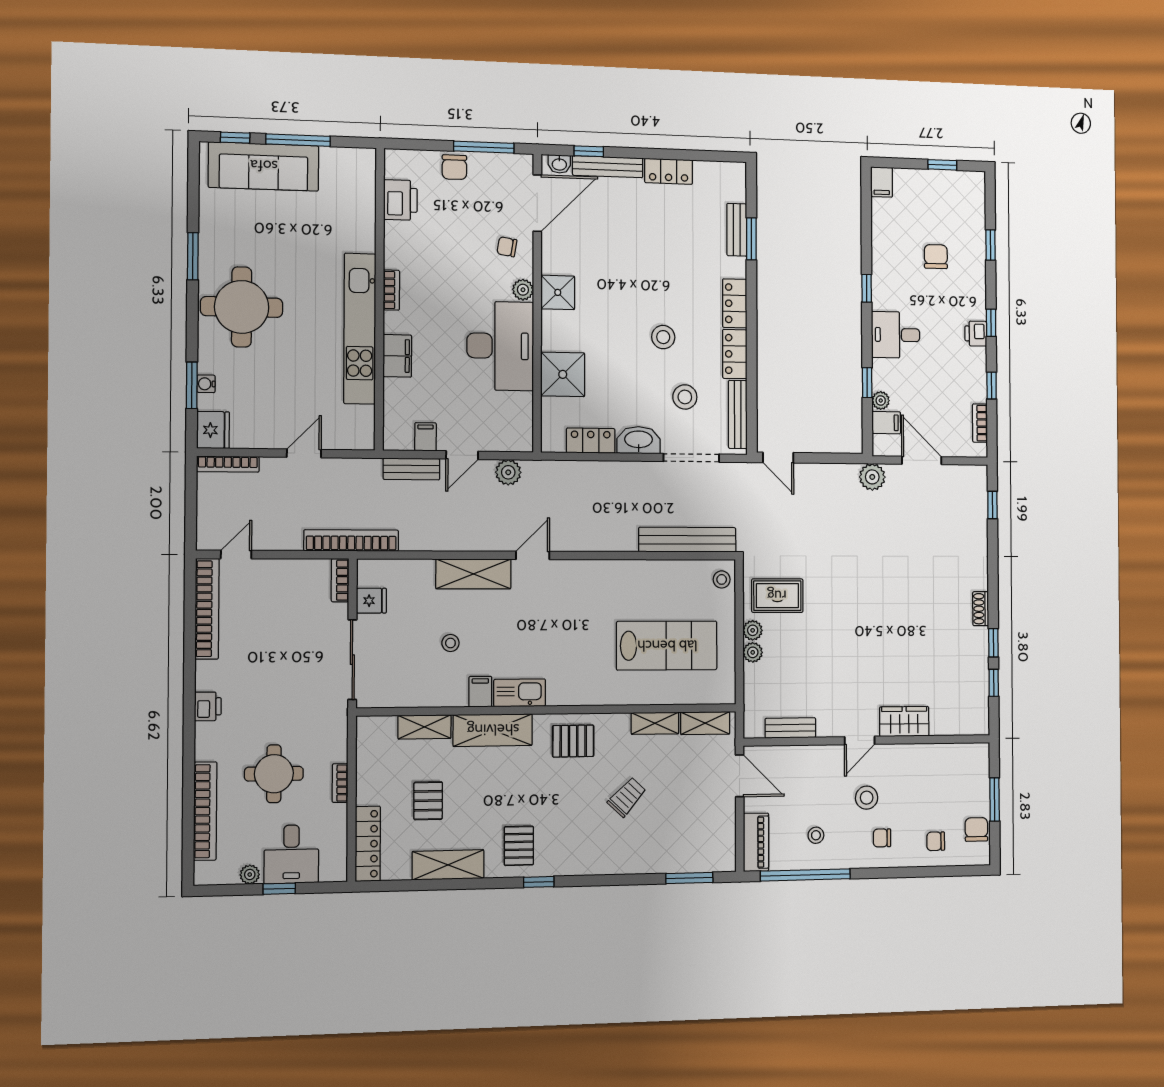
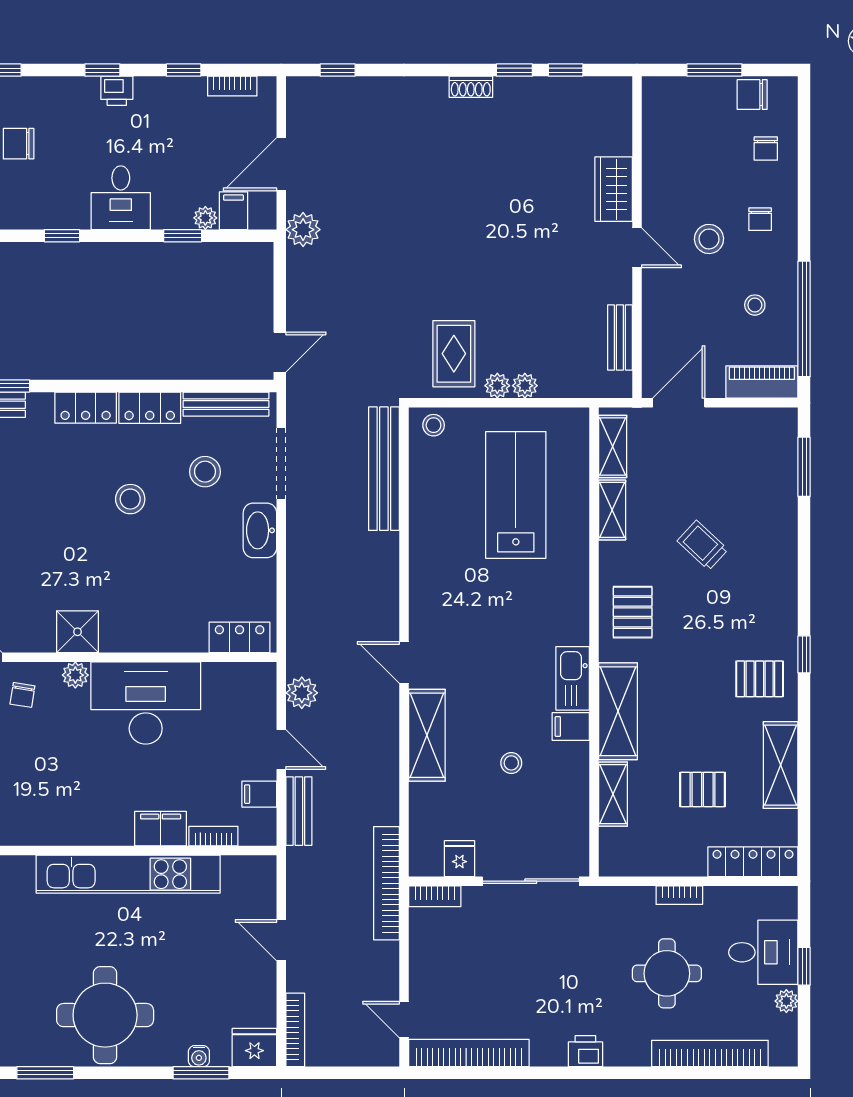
bookcase: (391, 290) -> (213, 836), moved
shower: (563, 374) -> (179, 625), removed
locker: (591, 441) -> (240, 637), moved, turned 90

